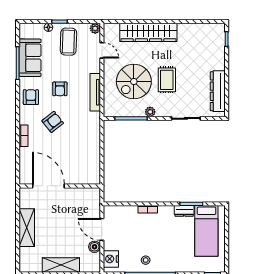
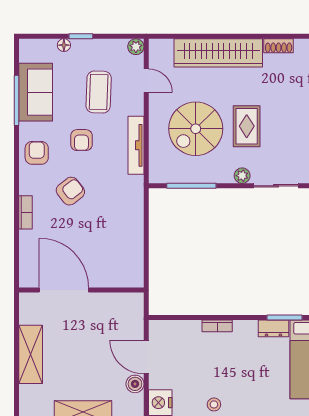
shoe rack: (187, 28) -> (279, 46), added
coffee table: (68, 42) -> (99, 92), moved
plant: (150, 112) -> (242, 176), moved

